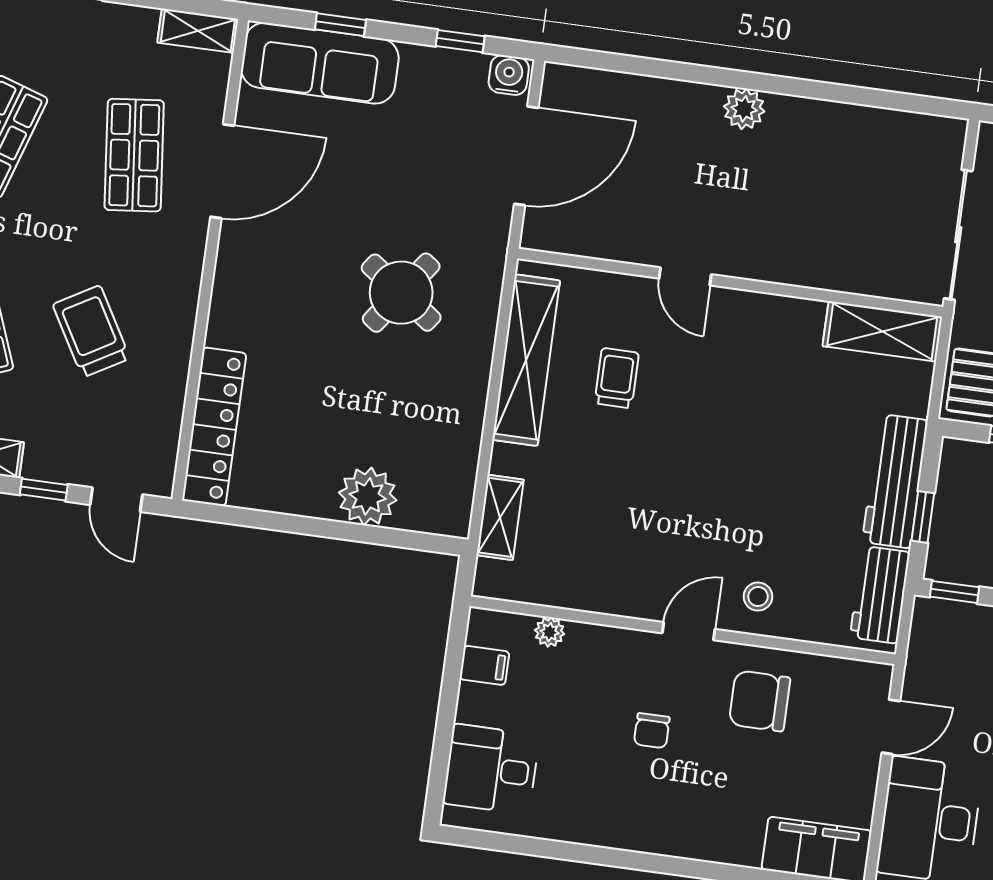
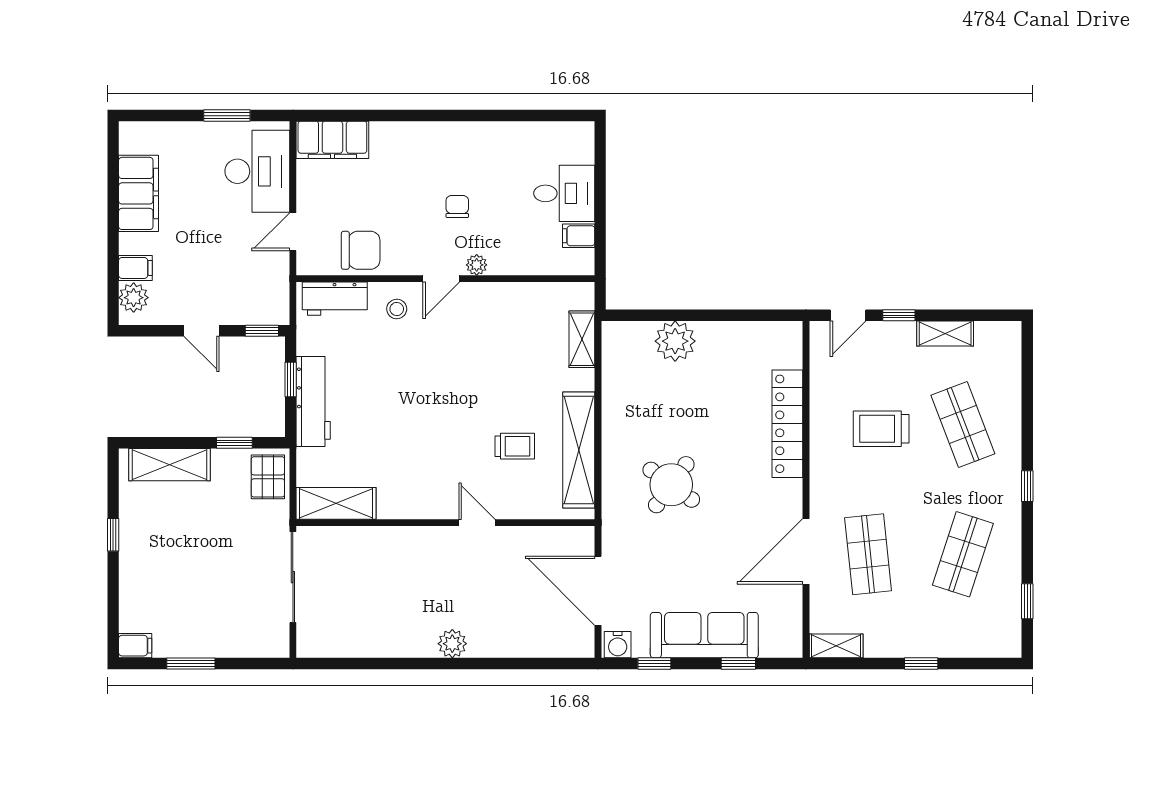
sofa: (320, 63) -> (704, 635), moved
door: (526, 156) -> (598, 591), hinge flipped
trolley: (91, 331) -> (881, 429), turned 120
trolley: (617, 378) -> (515, 446), turned -90
locker: (214, 427) -> (787, 424), moved
door: (116, 500) -> (848, 315), swing flipped
workbench: (880, 595) -> (335, 299), moved, turned 90
plant: (550, 632) -> (477, 265), moved
chair: (760, 701) -> (361, 250), moved
desk: (491, 769) -> (564, 193), moved

